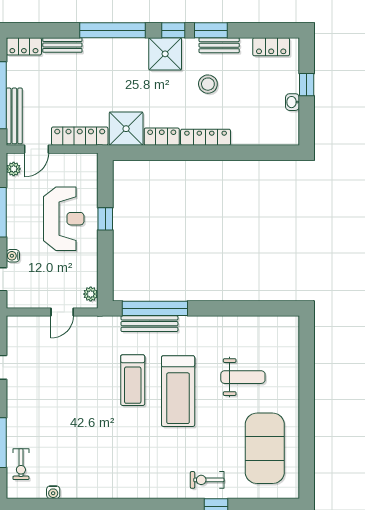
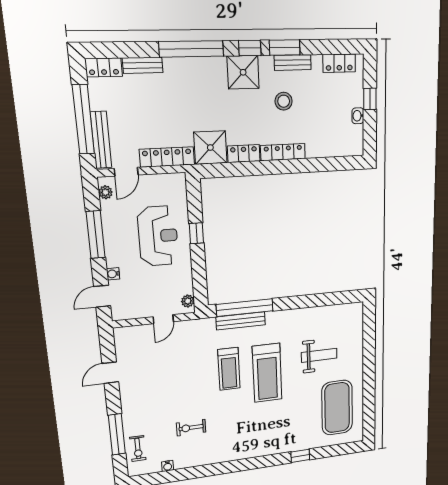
exercise bike: (207, 480) -> (191, 428), moved

